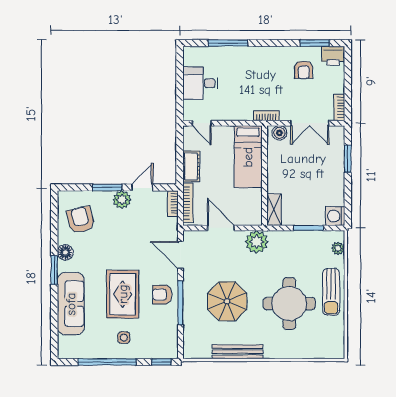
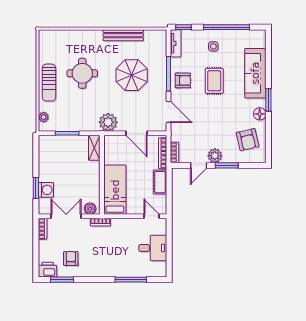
washing machine: (335, 216) -> (46, 190), moved
sun lounger: (331, 292) -> (49, 83), turned 180
rug: (123, 294) -> (214, 81), width x0.73, depth x0.70
round table: (289, 304) -> (82, 73), width x0.73, depth x0.73
tv unit: (171, 341) -> (176, 43), added

